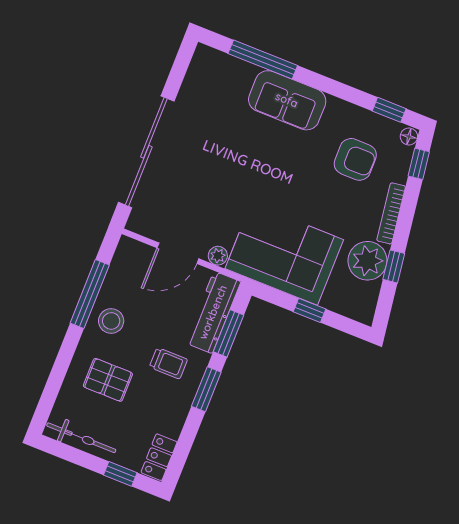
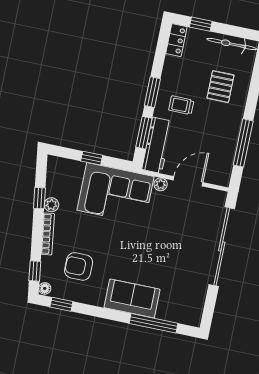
plant: (367, 261) -> (51, 205), width x0.53, depth x0.53
stool: (111, 321) -> (225, 127), removed
pallet: (108, 380) -> (220, 87), turned 90

